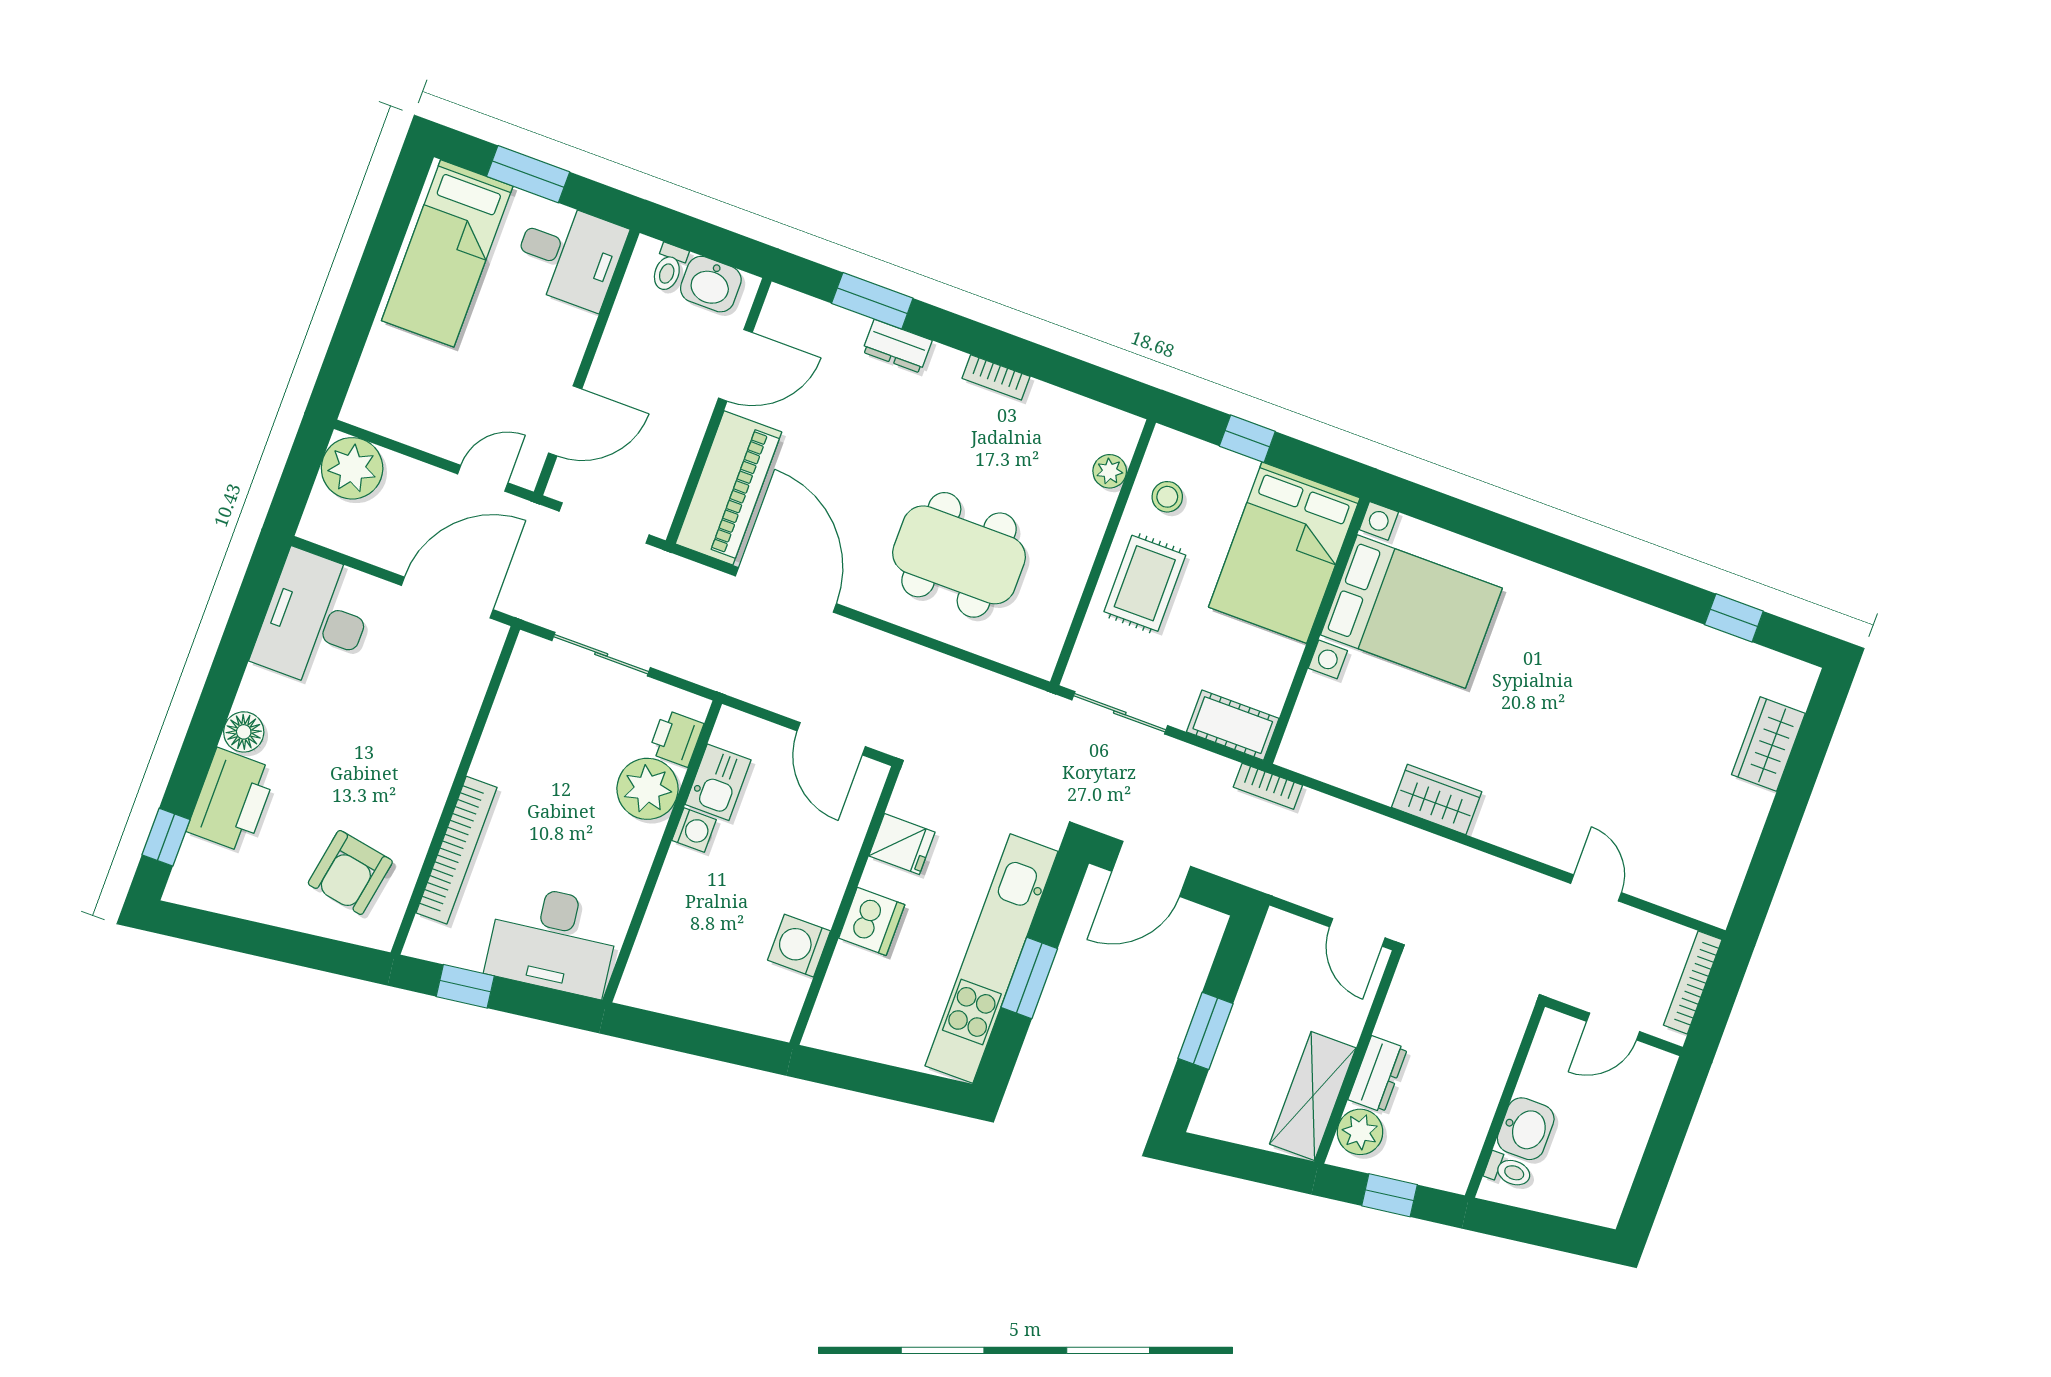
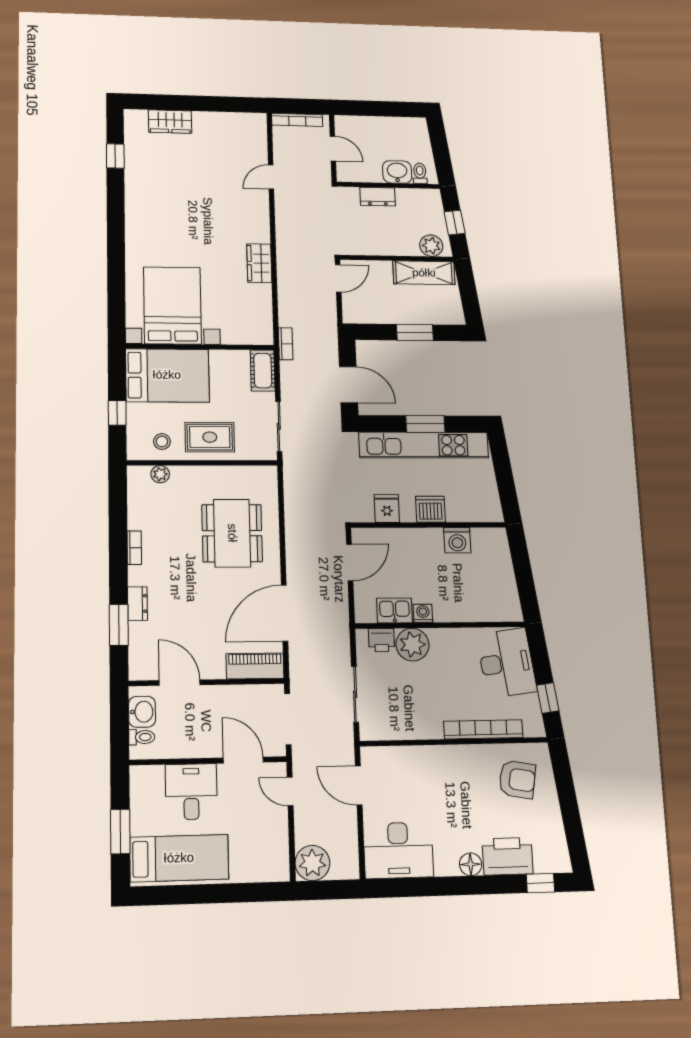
desk: (569, 255) -> (191, 792), moved
piano: (728, 488) -> (255, 666), width x0.73, depth x0.75
door: (447, 597) -> (359, 785), width x0.73
dresser: (1378, 1074) -> (378, 197), moved, turned 180

